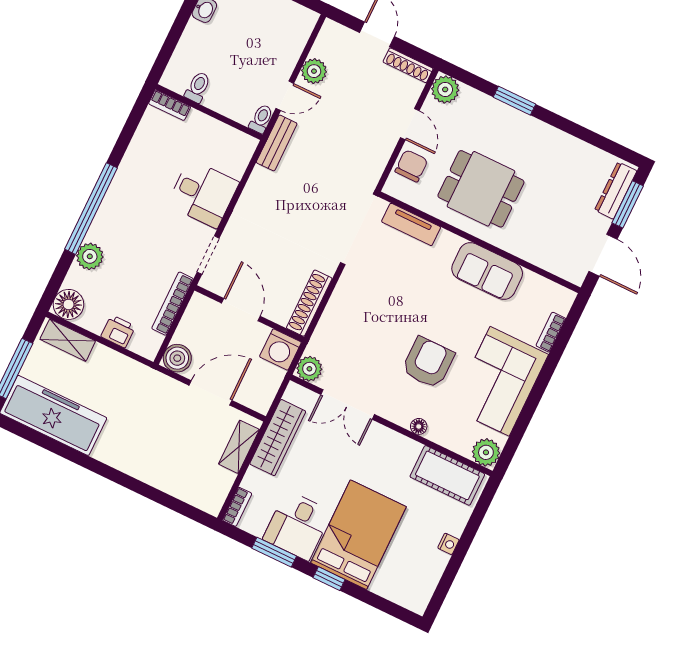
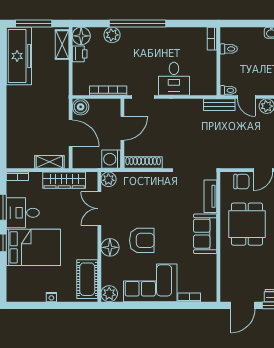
sofa: (487, 271) -> (205, 234), moved
printer: (118, 331) -> (80, 54), moved
floor lamp: (419, 426) -> (110, 247), width x1.89, depth x1.89

